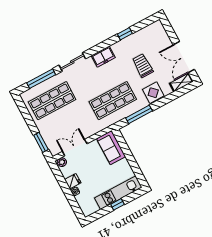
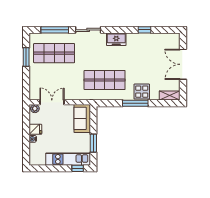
double door: (184, 57) -> (183, 64), moved
trolley: (143, 66) -> (145, 64), removed
window: (139, 114) -> (135, 103), moved
window: (41, 142) -> (26, 57), moved
window: (134, 165) -> (93, 143), added
window: (117, 204) -> (78, 168), moved

